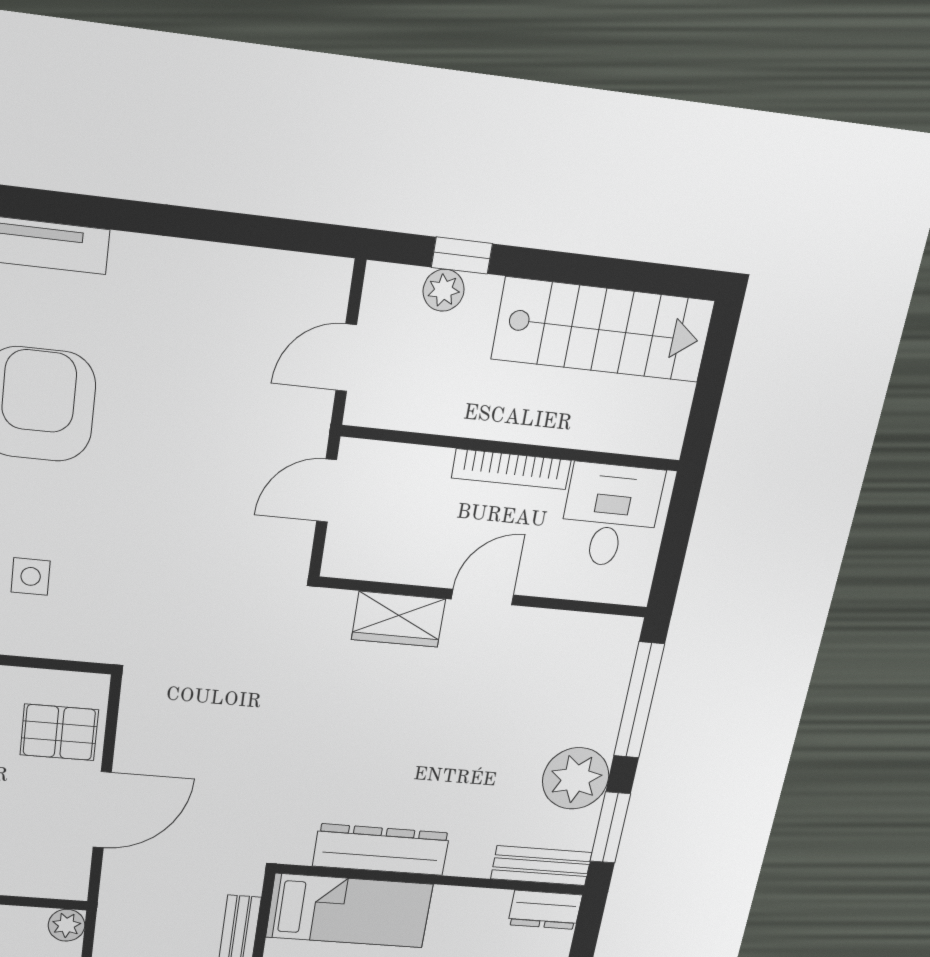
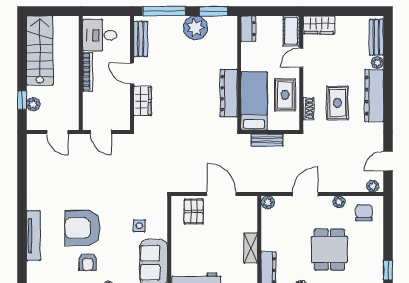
bench: (541, 866) -> (141, 39), moved

